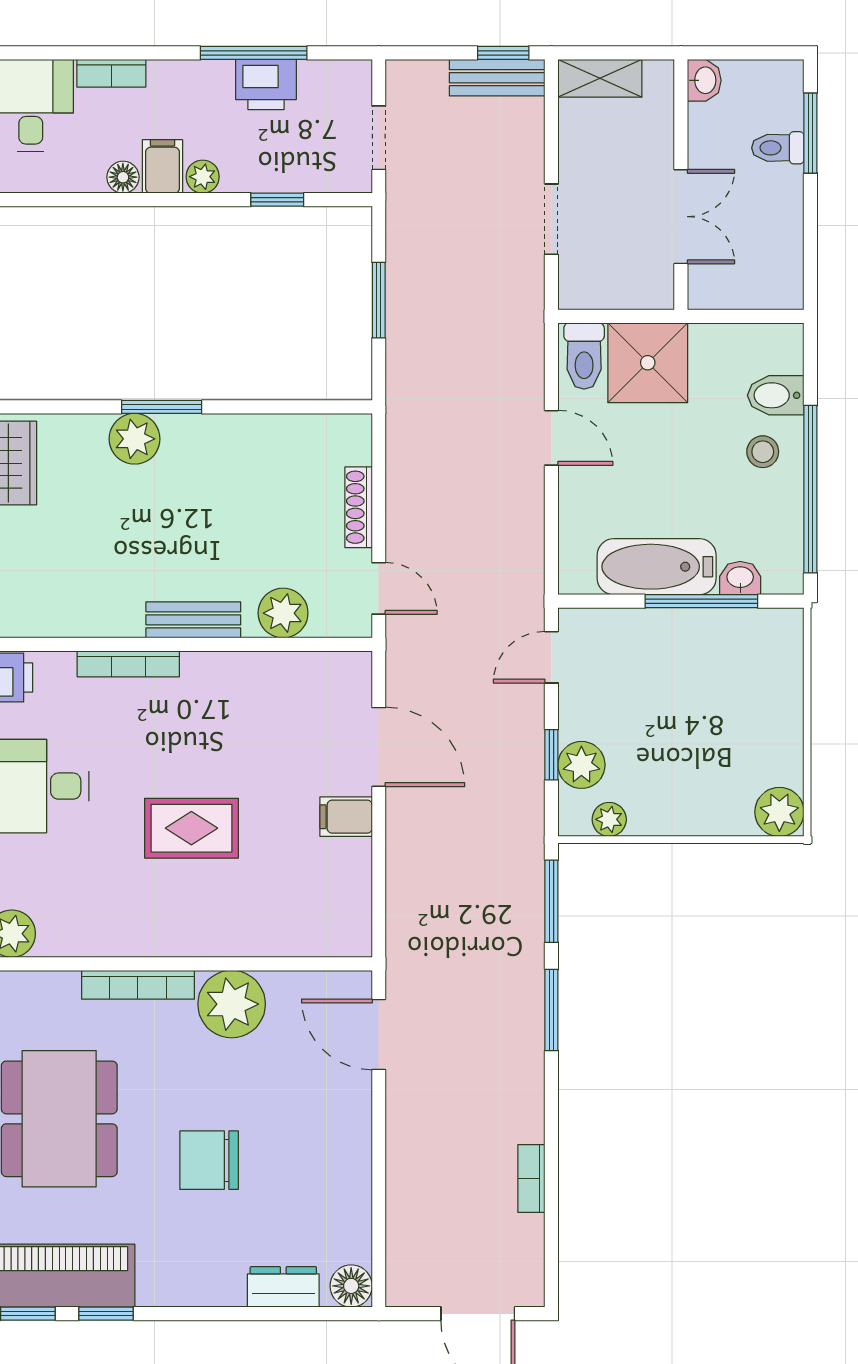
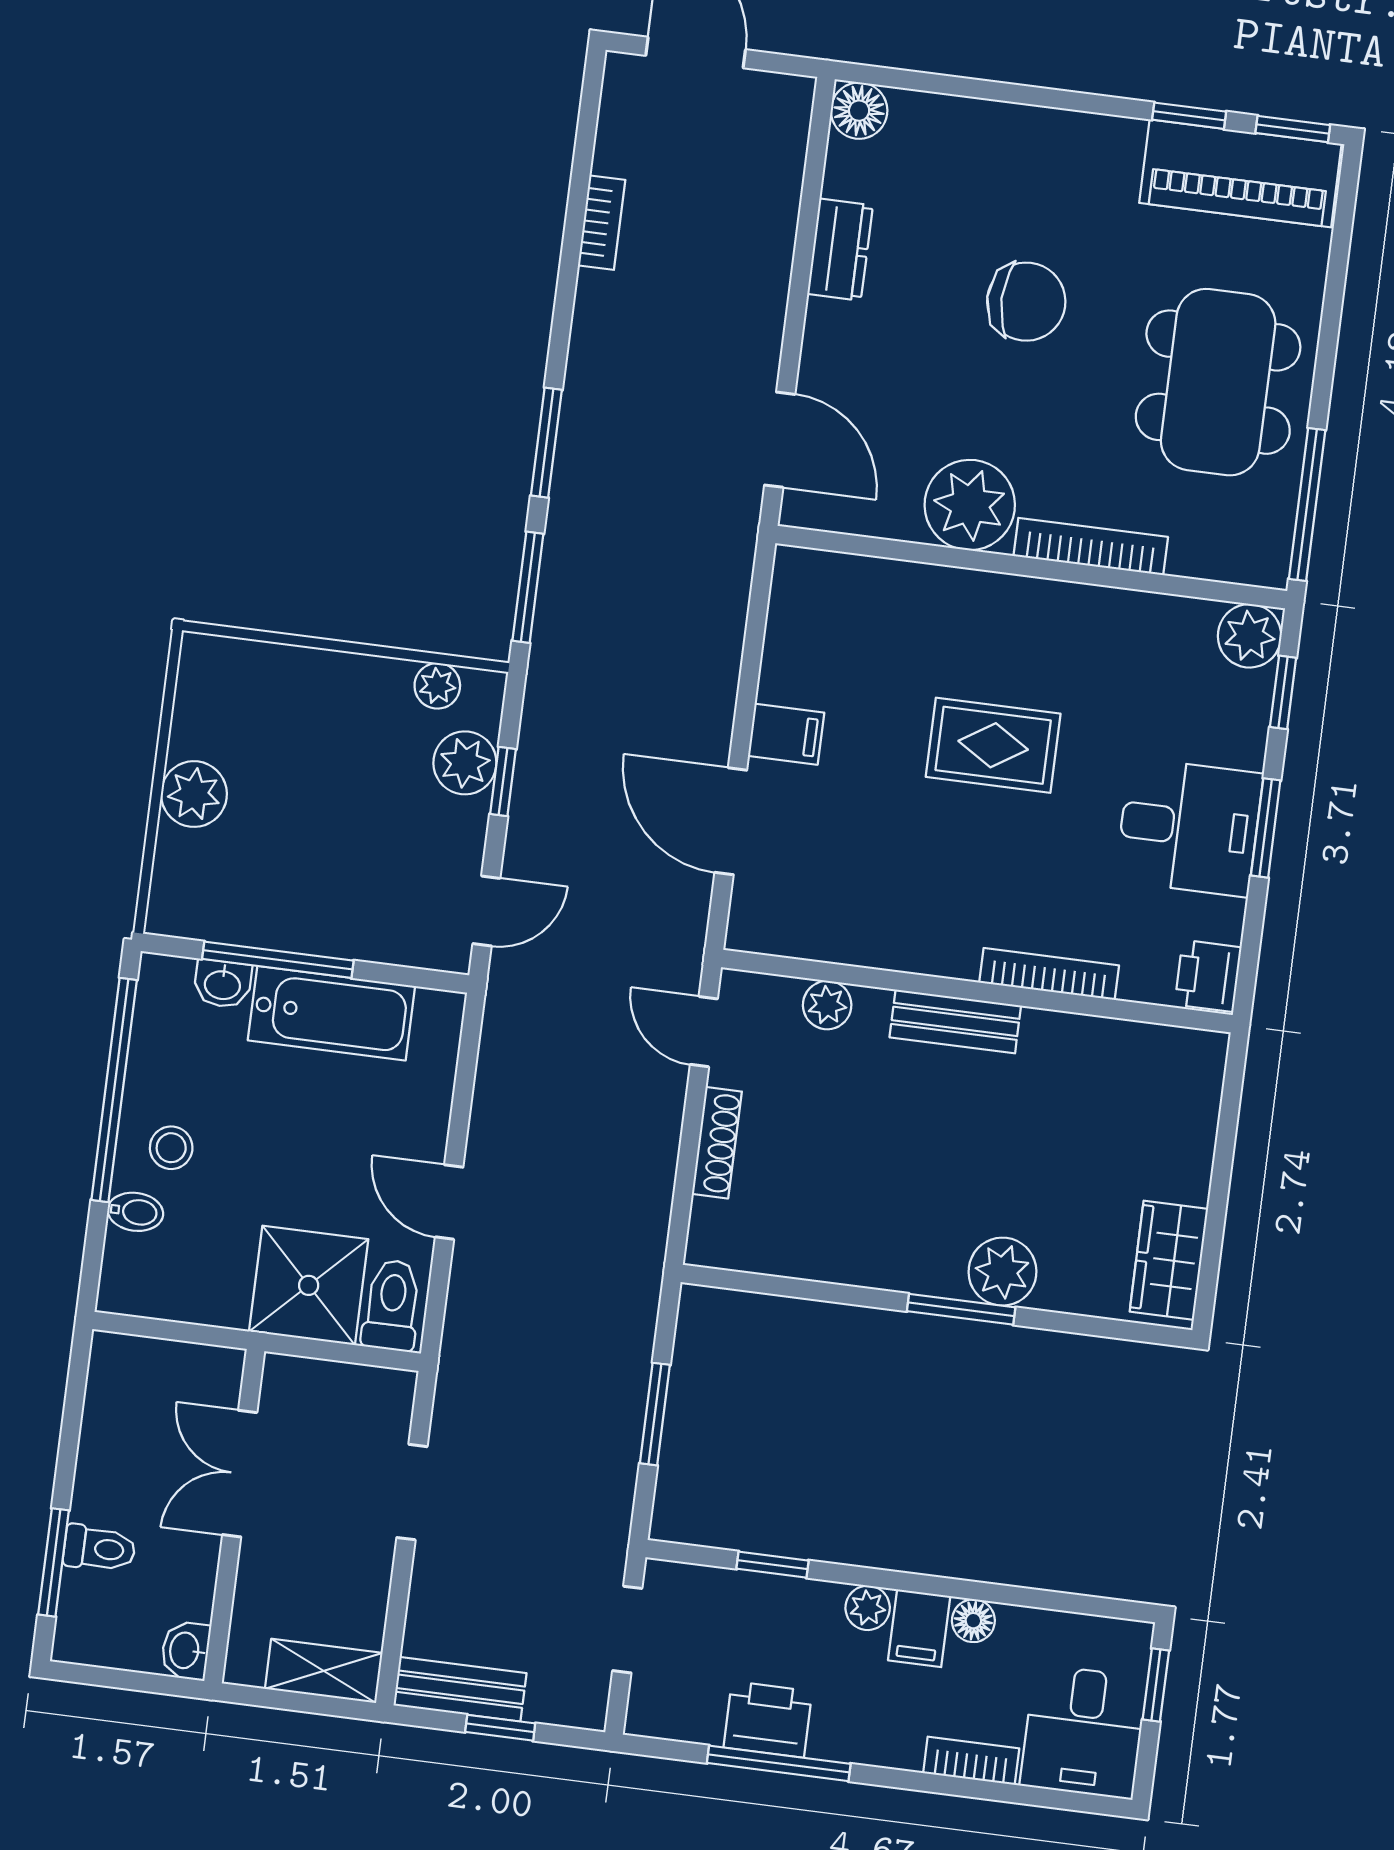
window: (503, 53) -> (500, 1728), moved
bidet: (776, 395) -> (135, 1212), width x0.72, depth x0.74
plant: (283, 613) -> (827, 1005), width x0.73, depth x0.73
plant: (779, 812) -> (194, 794), moved
dresser: (283, 1287) -> (840, 250), moved, turned -90

